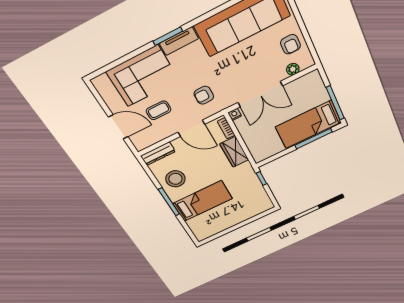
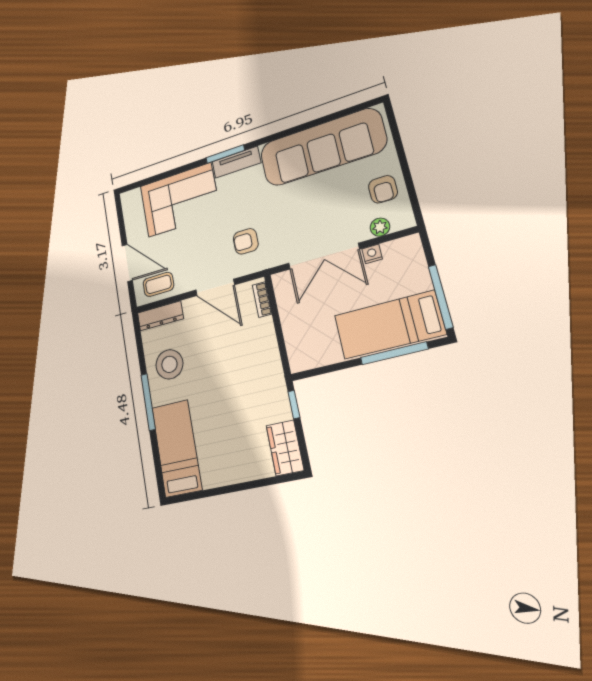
coffee table: (159, 110) -> (158, 284), moved
nightstand: (235, 114) -> (372, 254), moved
wardrobe: (234, 152) -> (285, 448), moved
bed: (203, 201) -> (177, 448), moved, turned -90

